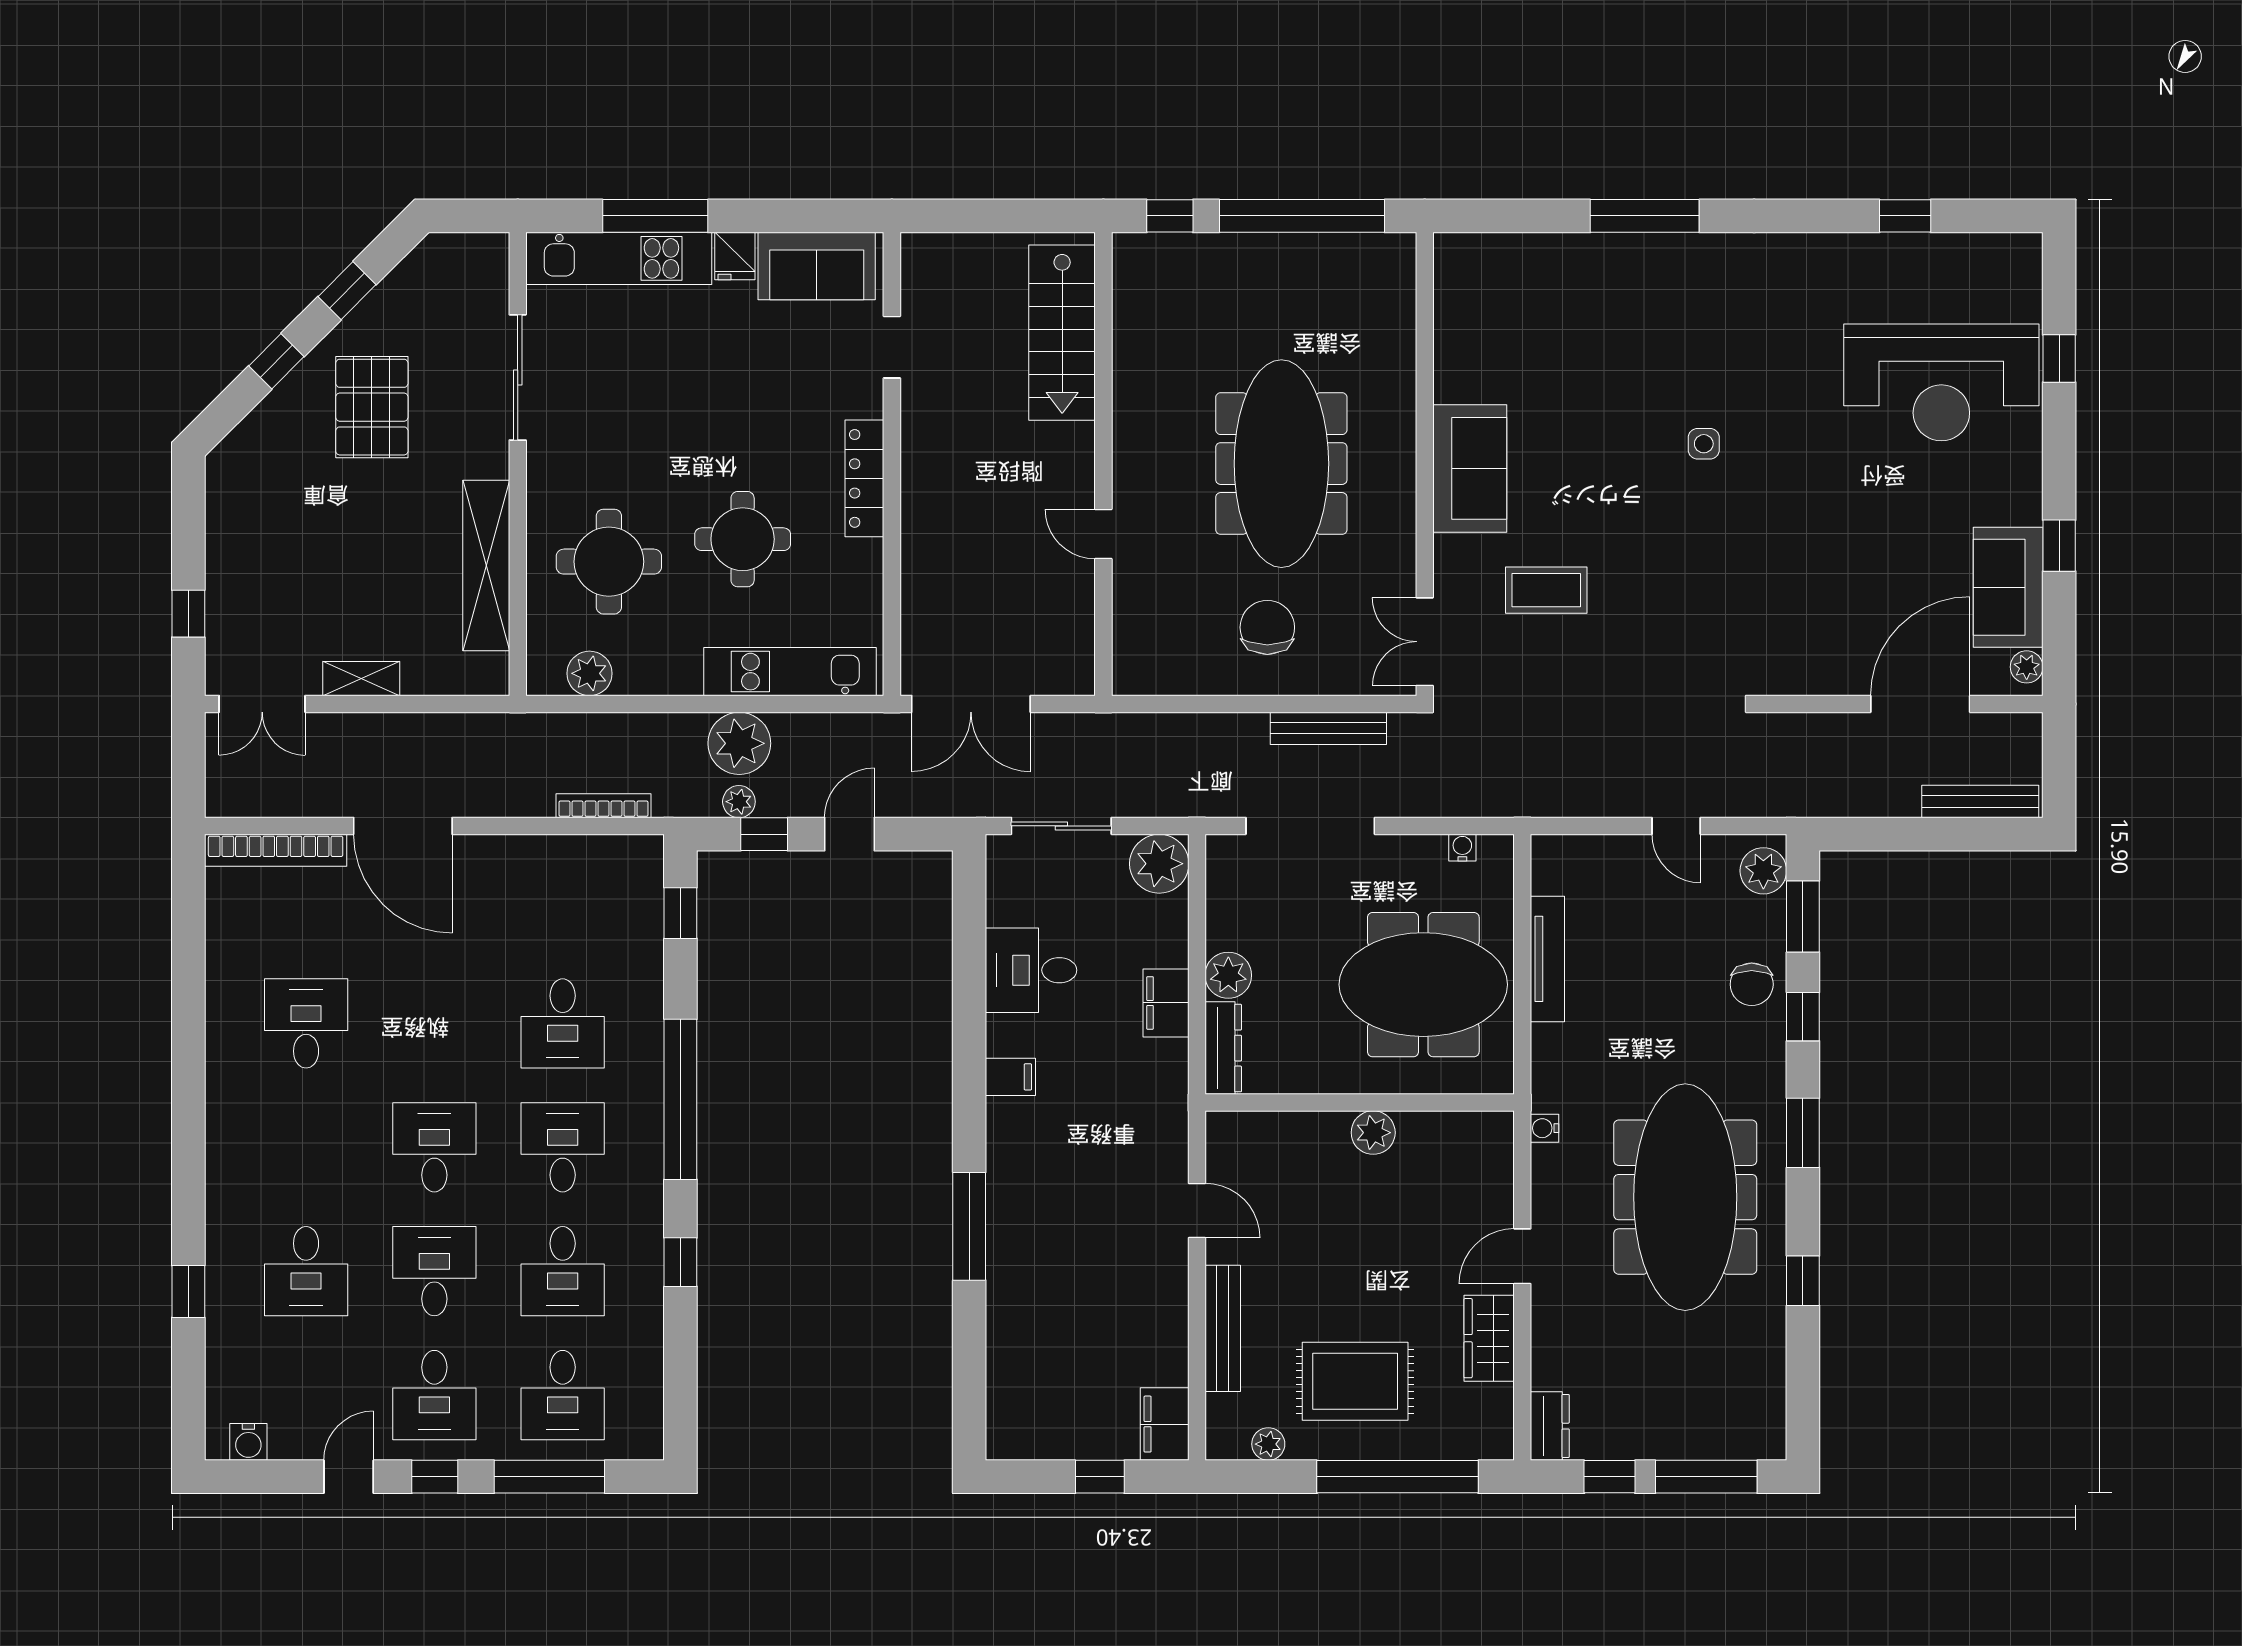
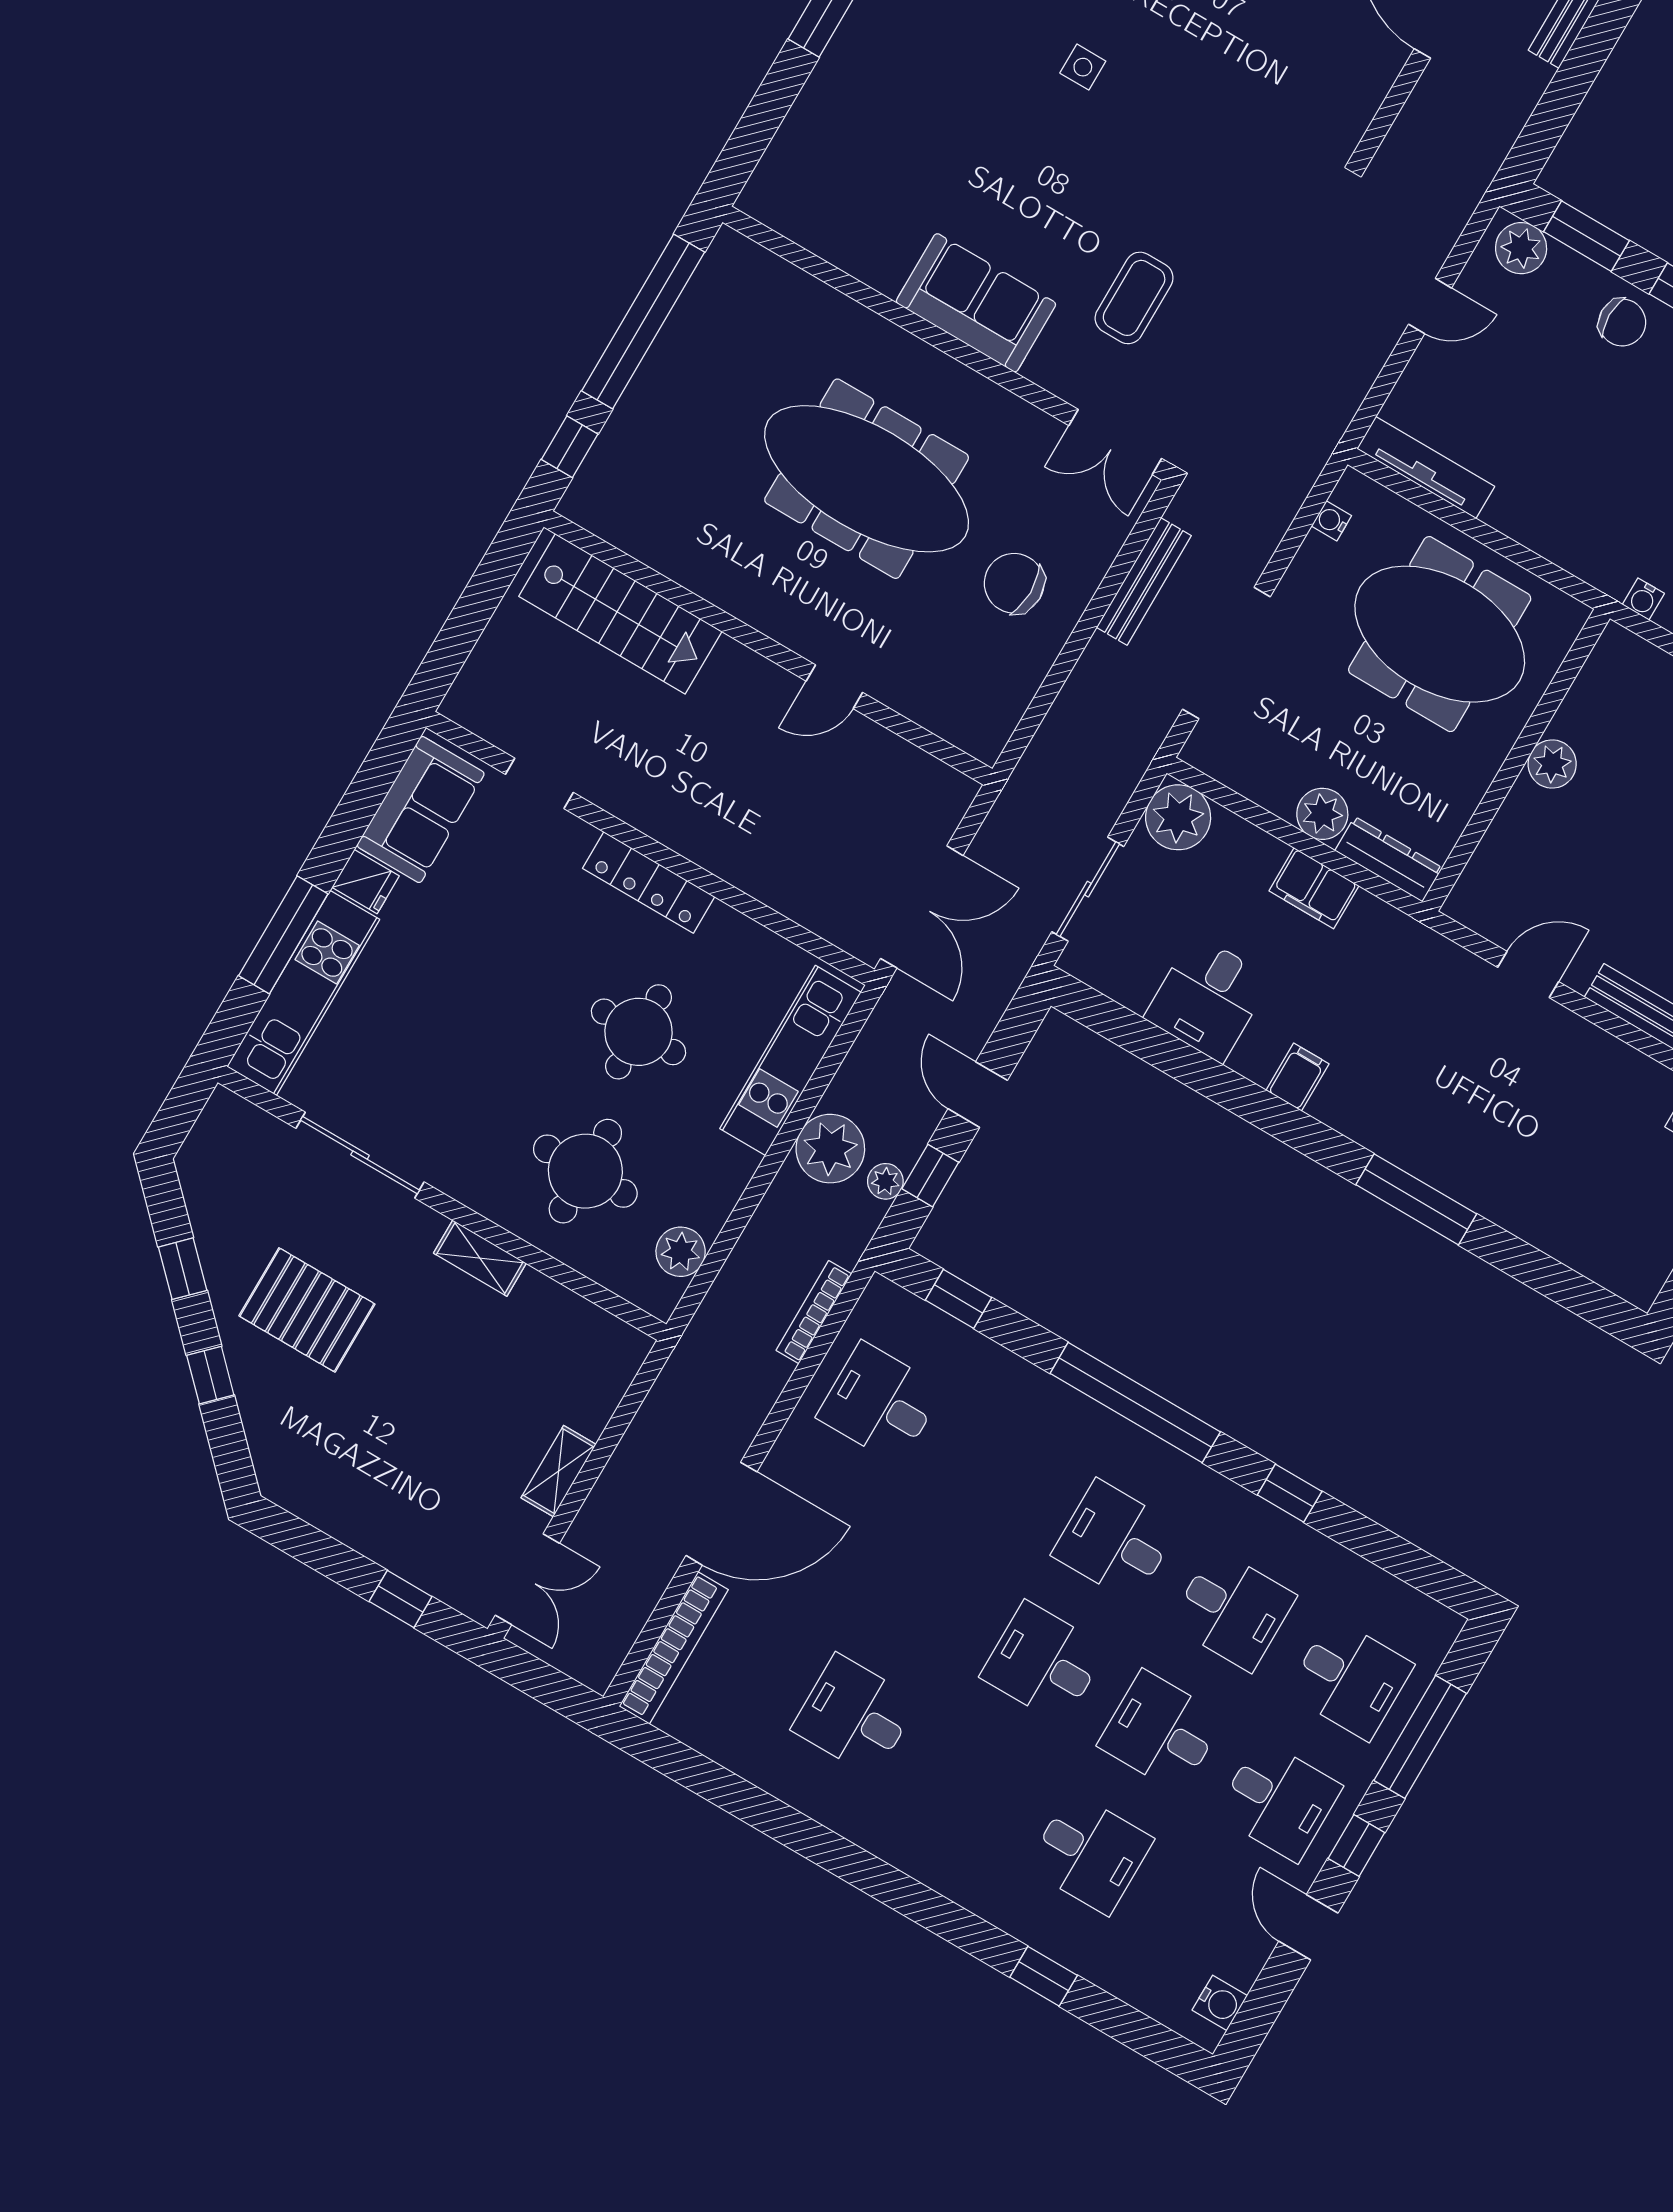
shelving: (486, 566) -> (480, 1258), width x0.45, depth x0.75
tv unit: (1547, 959) -> (1426, 468), moved
meeting table: (1423, 985) -> (1440, 634), turned 90
desk: (563, 1023) -> (880, 1403), moved, turned 180

